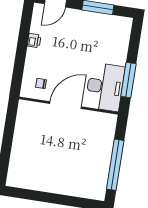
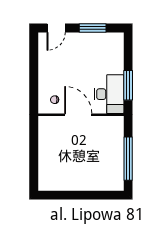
printer: (34, 41) -> (43, 64), removed
door: (66, 105) -> (78, 115), hinge flipped

